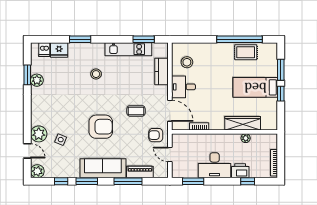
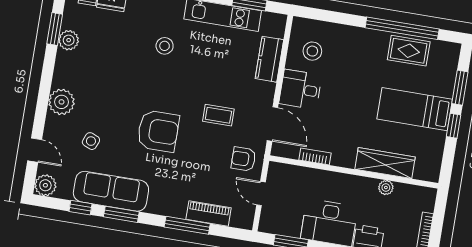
plant: (39, 134) -> (61, 102), moved
sofa: (103, 168) -> (111, 191), moved

